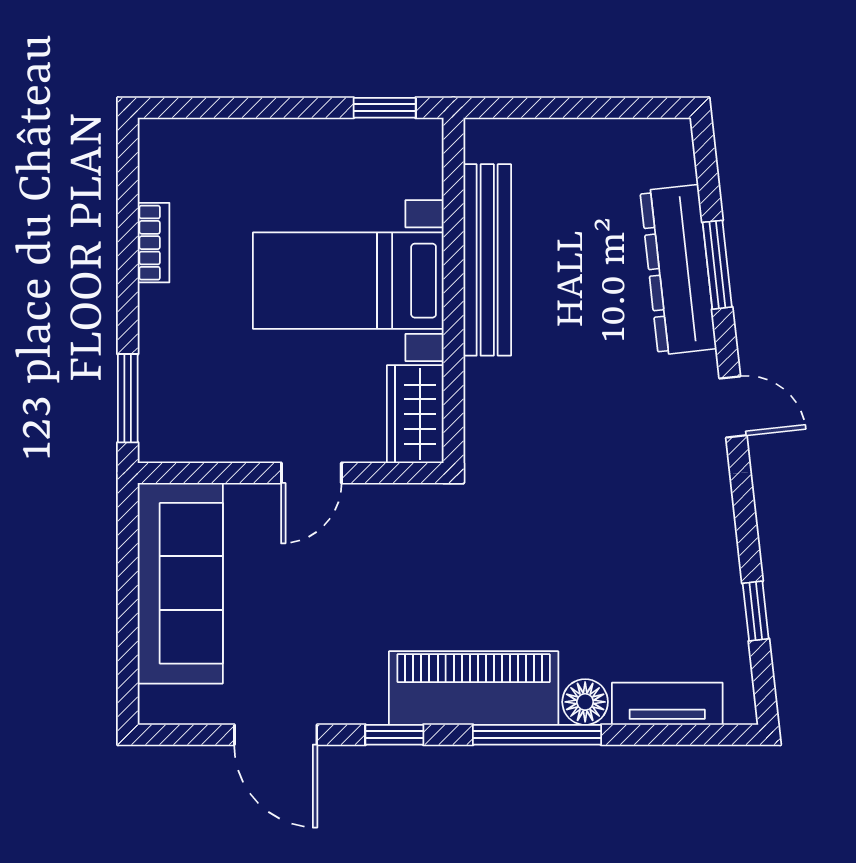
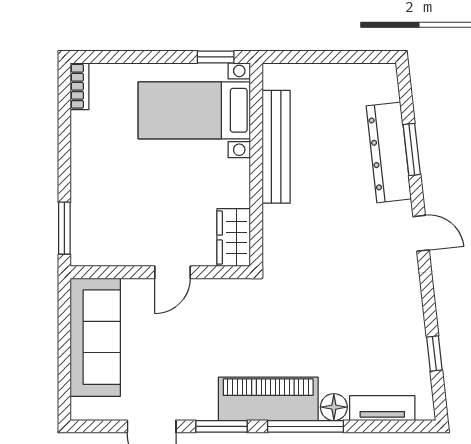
bookcase: (153, 243) -> (80, 86), moved
bed with nightstands: (348, 281) -> (194, 110), moved
window: (394, 735) -> (221, 426), width x1.50

